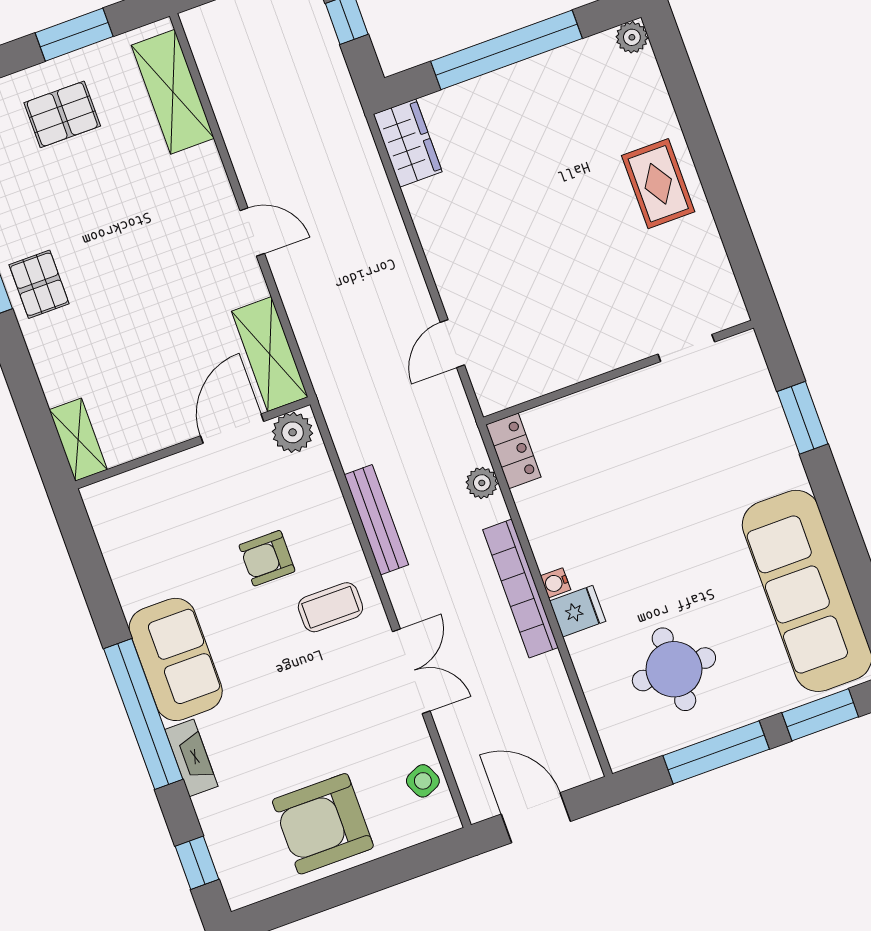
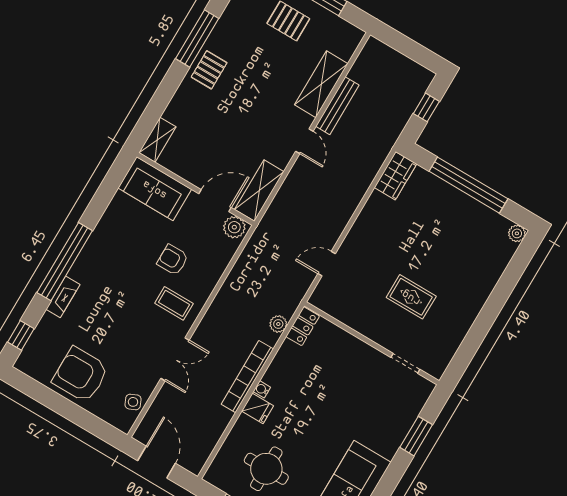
shelving: (173, 92) -> (321, 84), moved
rug: (658, 184) -> (411, 297), moved, turned 90
bench: (376, 520) -> (337, 106), moved
sofa: (176, 659) -> (155, 189), moved, turned 90

